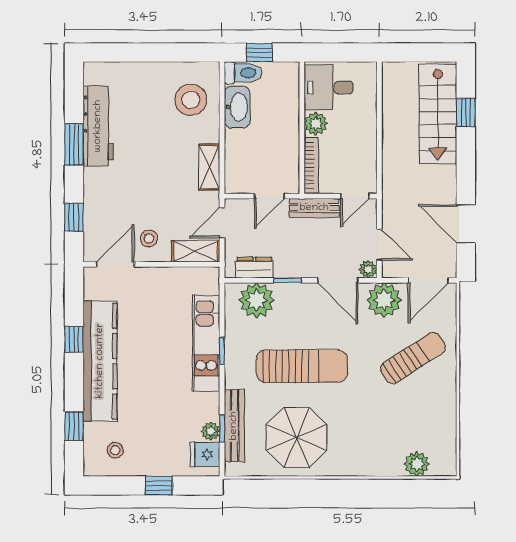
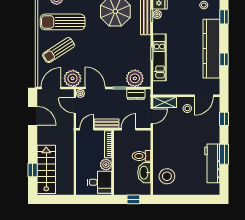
toilet: (243, 73) -> (141, 156), moved
shelving: (209, 167) -> (158, 143), removed
sun lounger: (302, 366) -> (63, 22), moved

